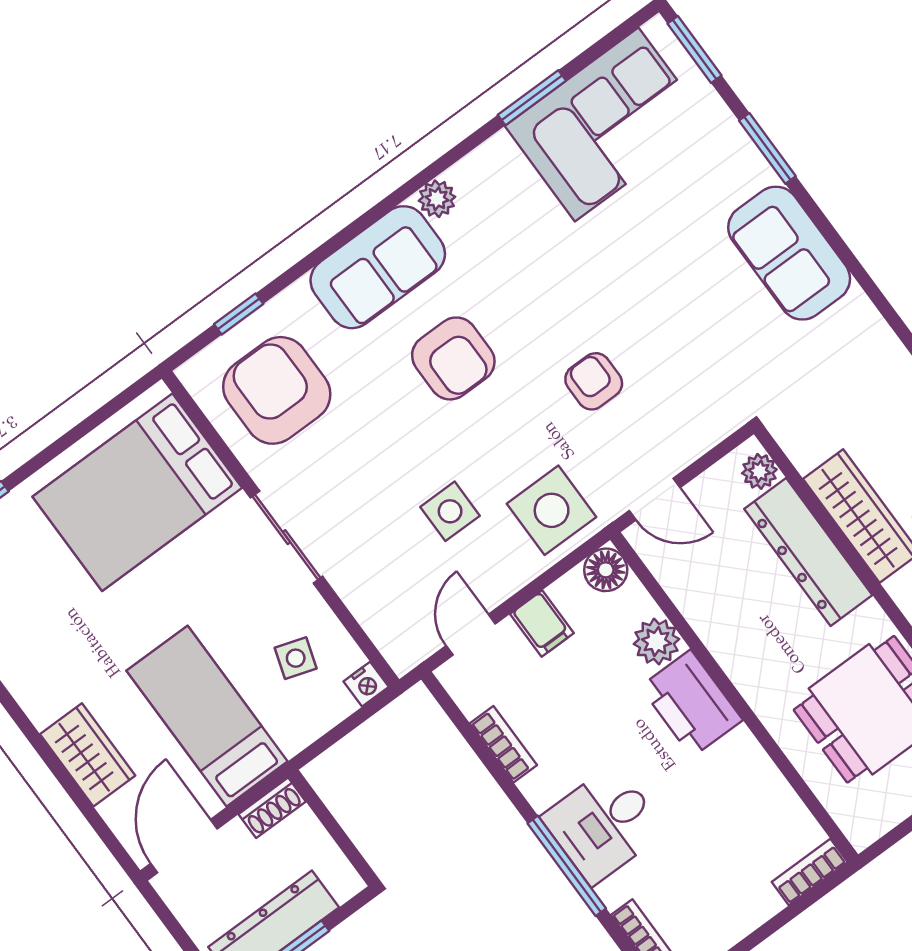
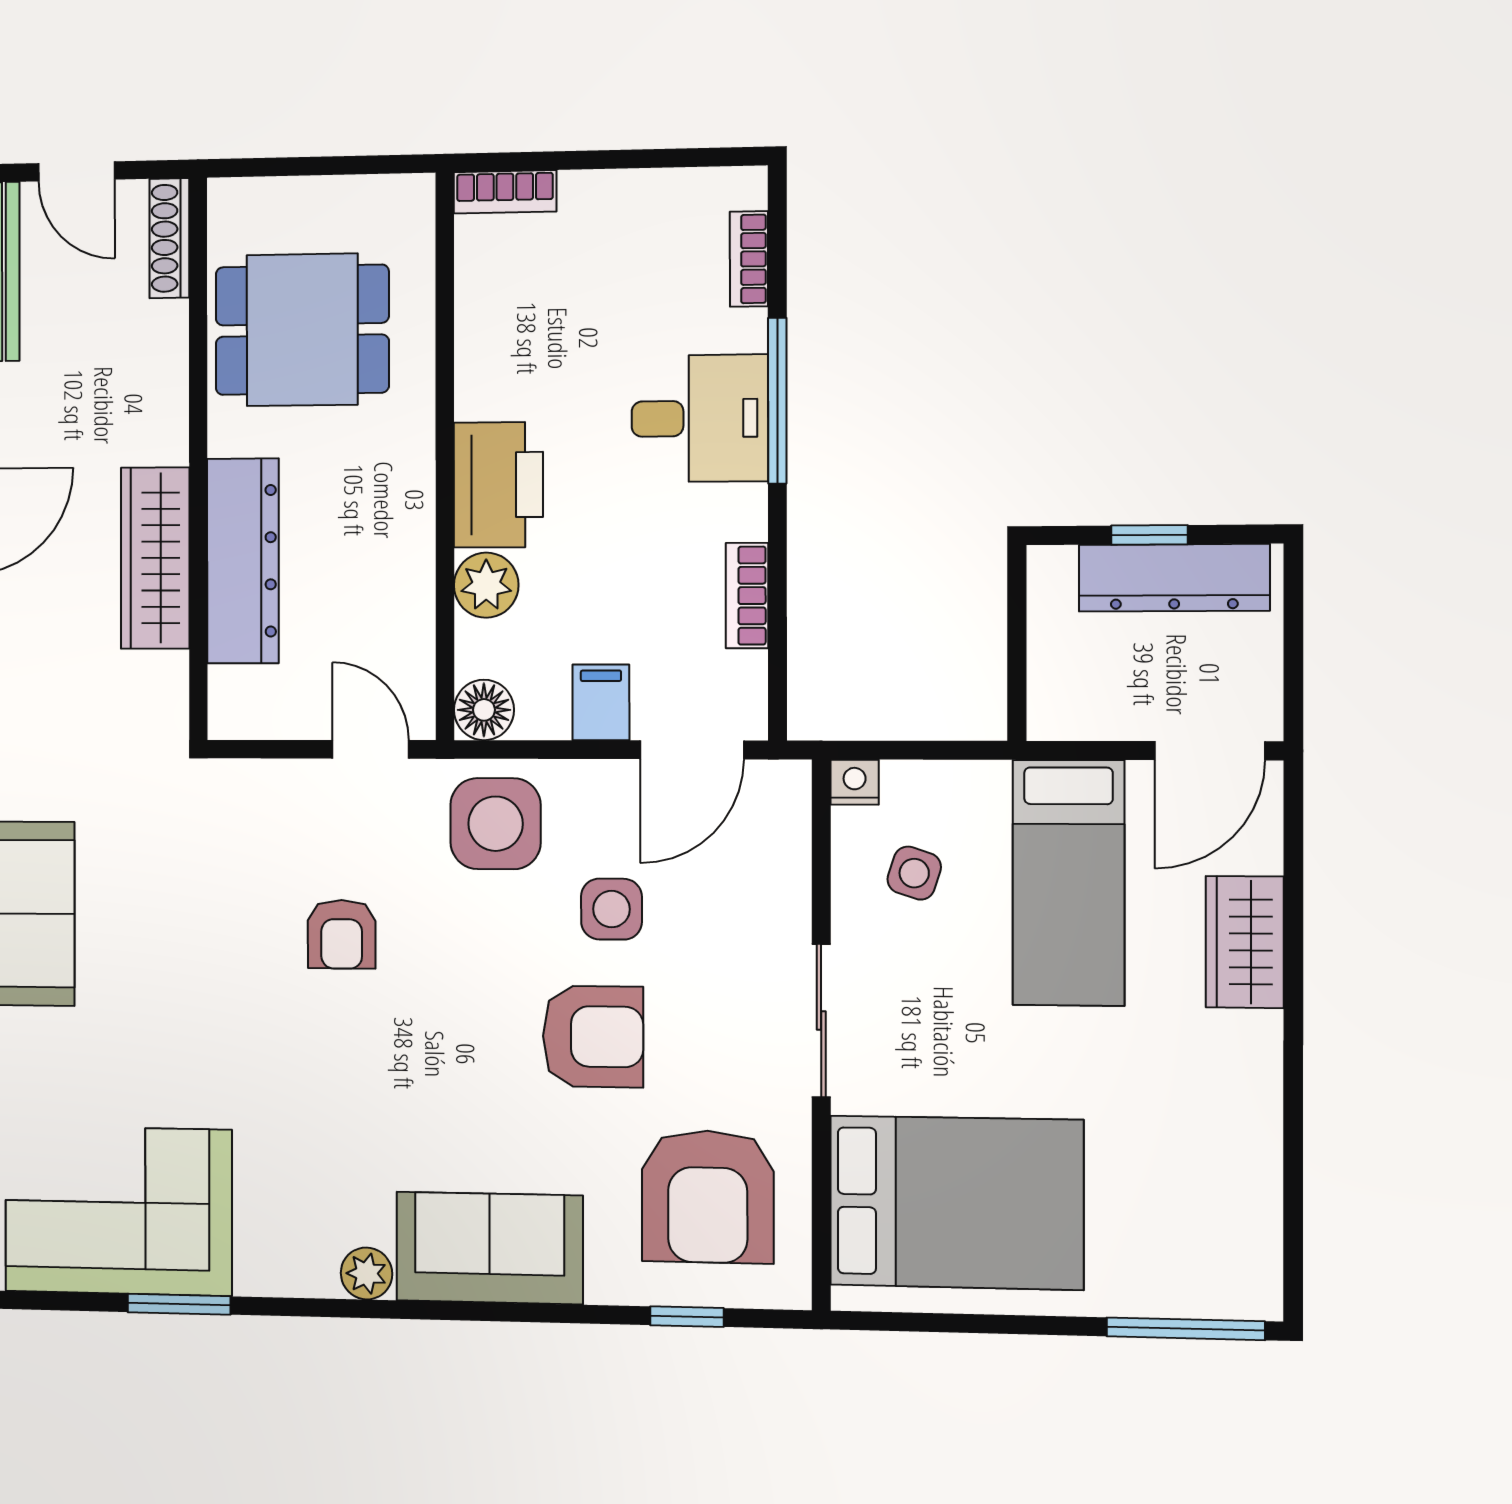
armchair: (453, 358) -> (593, 1037), moved, turned 90
plant: (759, 471) -> (231, 693), removed
door: (471, 635) -> (692, 750), width x1.38
shoe rack: (272, 808) -> (1072, 719), removed

